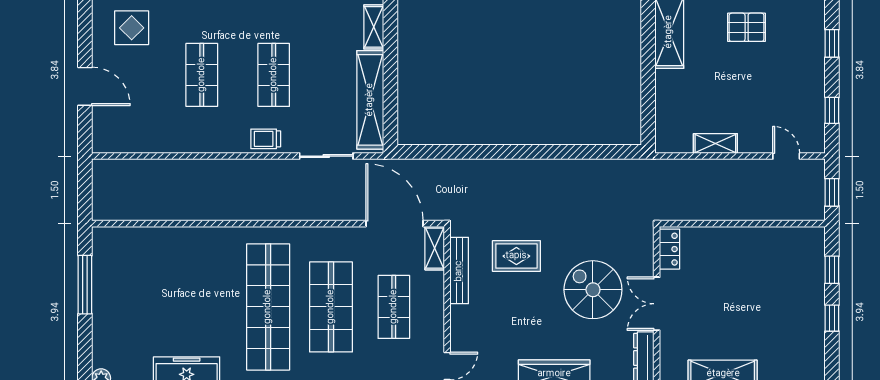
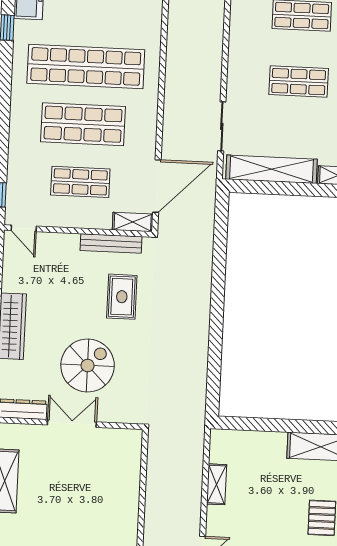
trolley: (266, 139) -> (240, 71), removed
locker: (669, 249) -> (121, 438), removed

